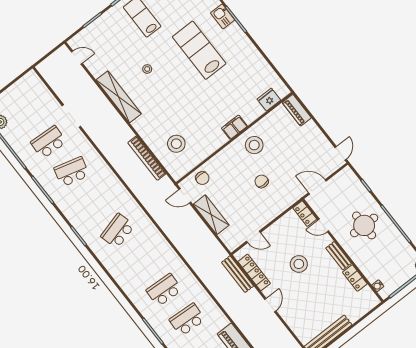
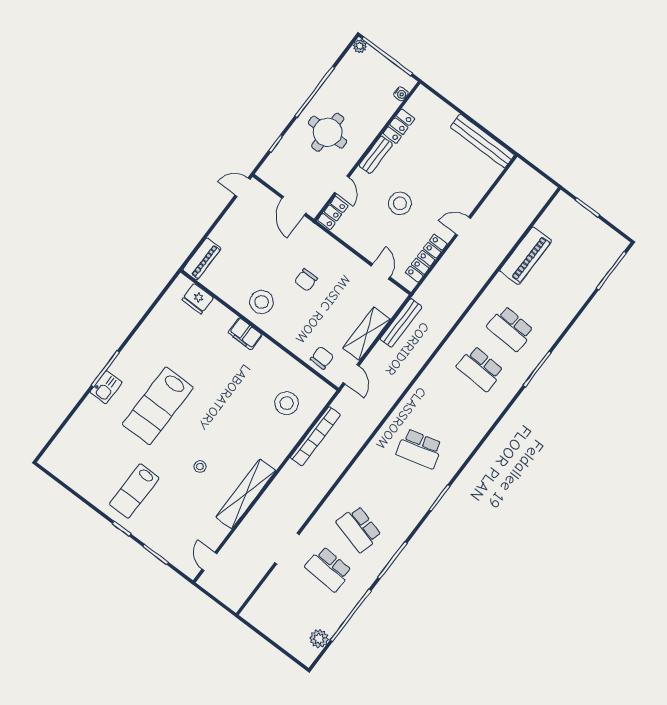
bench: (238, 274) -> (401, 323), moved

